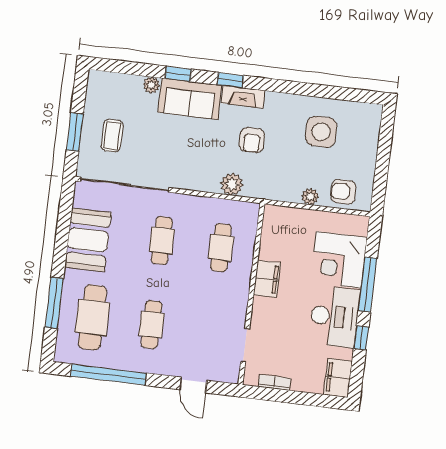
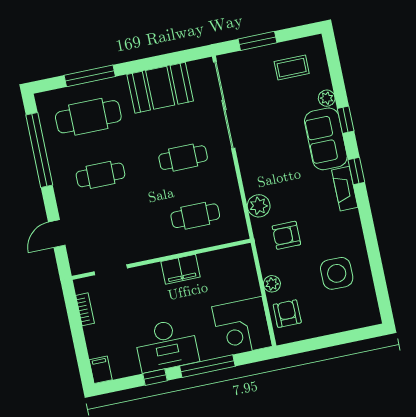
coffee table: (112, 136) -> (292, 68), moved
armchair: (252, 140) -> (286, 235), moved
corner desk: (339, 260) -> (242, 327), moved, turned -90
filing cabinet: (338, 378) -> (101, 370), width x0.50

